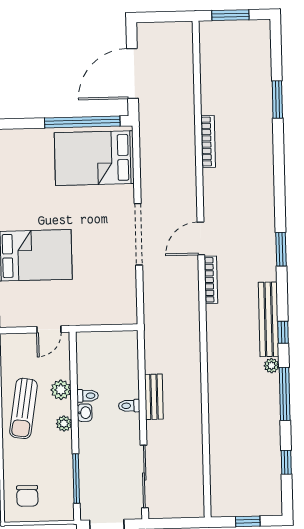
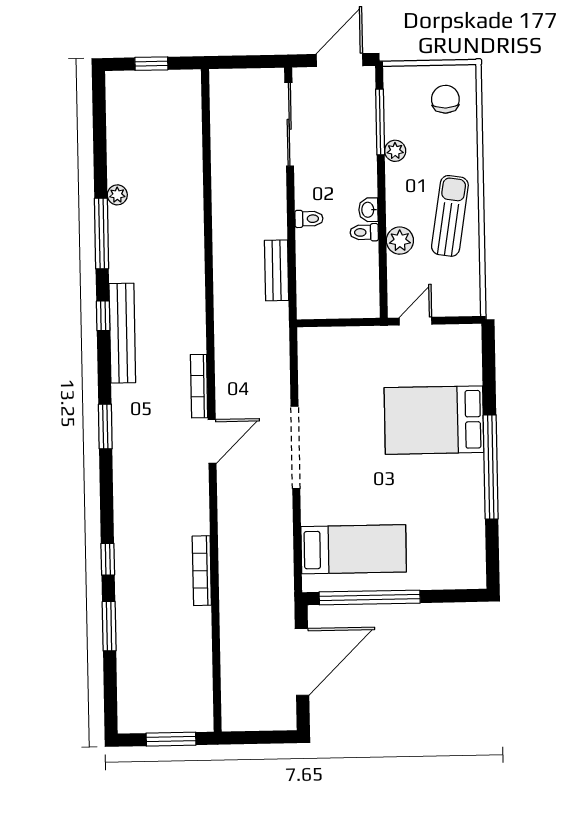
bed: (94, 158) -> (354, 549), width x0.67
plant: (271, 366) -> (117, 195), moved
bench: (154, 397) -> (277, 270), moved
plant: (64, 424) -> (395, 151), moved
window: (286, 462) -> (108, 559), moved

